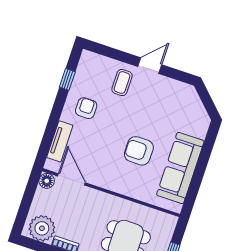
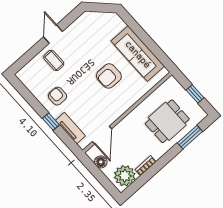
window: (67, 79) -> (51, 122), moved
door: (71, 179) -> (102, 135), swing flipped
floor lamp: (47, 181) -> (101, 162), moved

